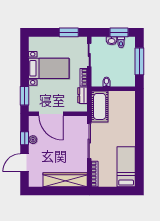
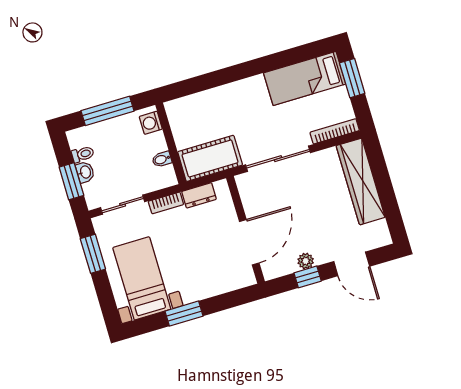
window: (119, 32) -> (71, 181), moved
bed with nightstands: (49, 68) -> (142, 278), moved
washing machine: (127, 82) -> (151, 123), added
window: (25, 96) -> (184, 314), moved
window: (119, 191) -> (352, 78), added

